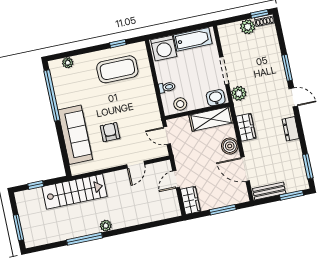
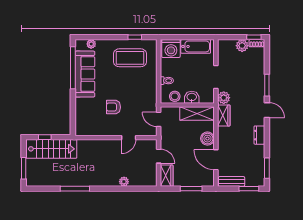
washbasin: (216, 98) -> (192, 97), moved
wardrobe: (246, 127) -> (224, 115), moved
armchair: (110, 132) -> (113, 107), turned -90
sofa: (75, 135) -> (85, 74), moved
door: (176, 179) -> (159, 156), swing flipped
stairs: (75, 192) -> (51, 149), moved
plant: (106, 226) -> (124, 182), moved

